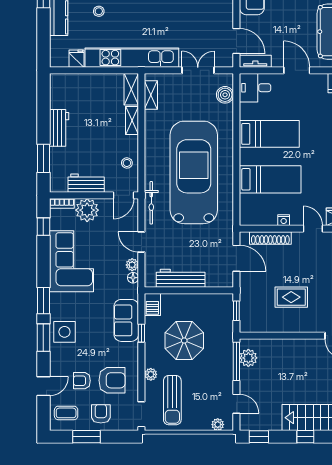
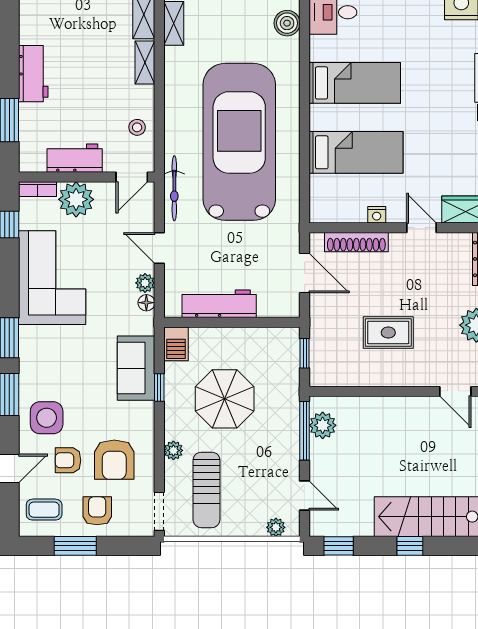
side table: (64, 332) -> (47, 418), moved
armchair: (112, 380) -> (114, 460), turned 90

